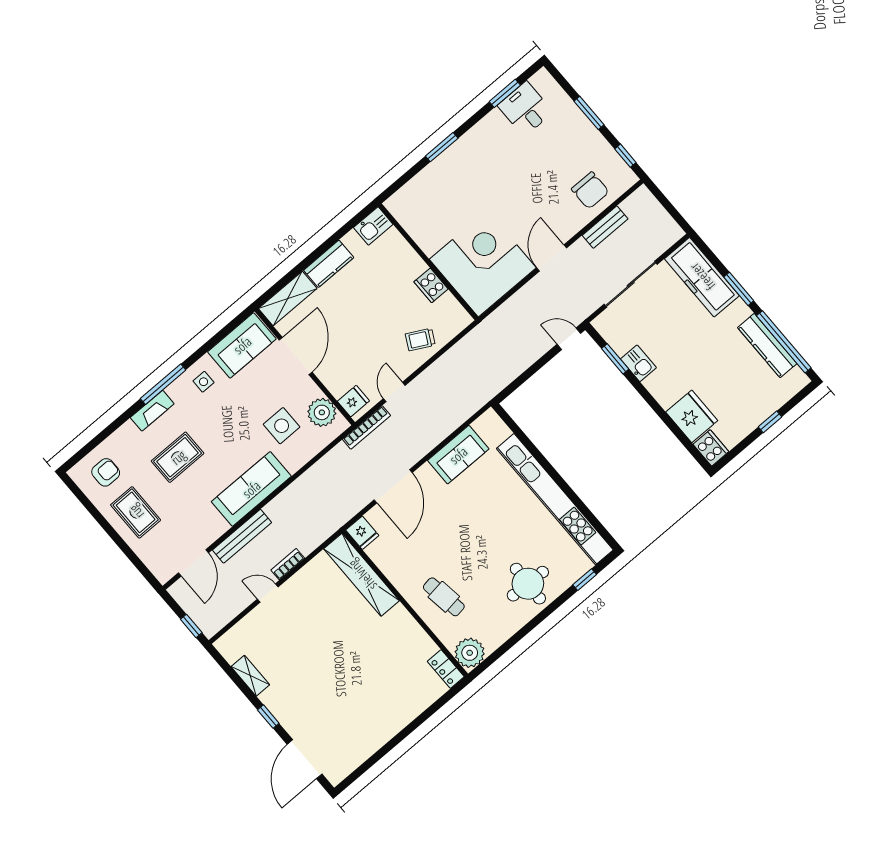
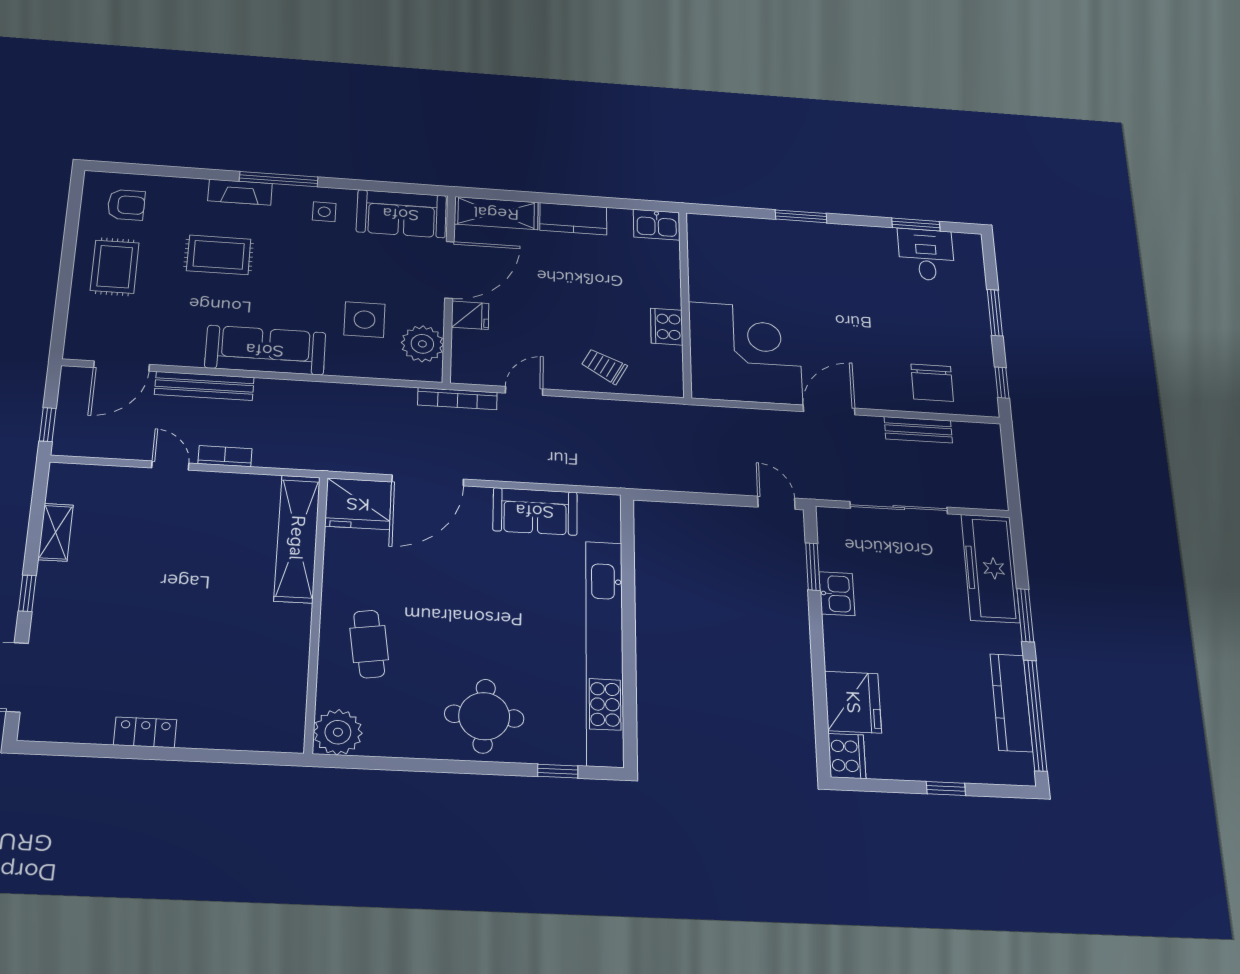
fridge: (353, 401) -> (470, 315), moved
fridge: (362, 533) -> (358, 504), width x1.88, depth x1.34
locker: (446, 669) -> (145, 732), moved, turned 90

